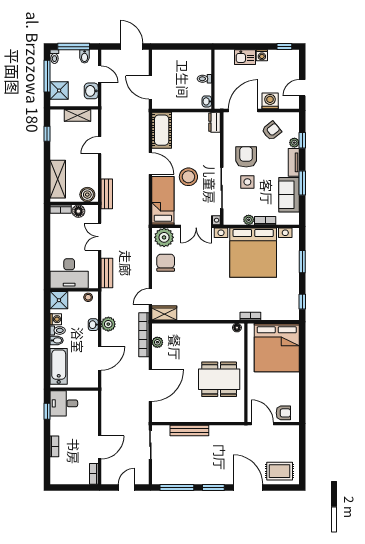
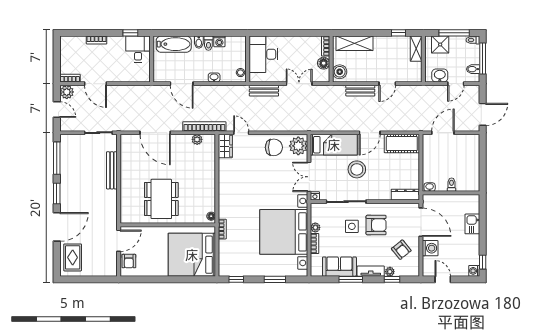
washing machine: (262, 55) -> (474, 271), moved
shelving: (78, 115) -> (416, 49), moved
dresser: (215, 122) -> (405, 195), width x1.44
door: (100, 145) -> (387, 84), swing flipped
bench: (107, 194) -> (360, 91), moved
shower: (59, 300) -> (238, 44), removed
plant: (108, 324) -> (67, 92), moved

